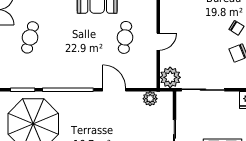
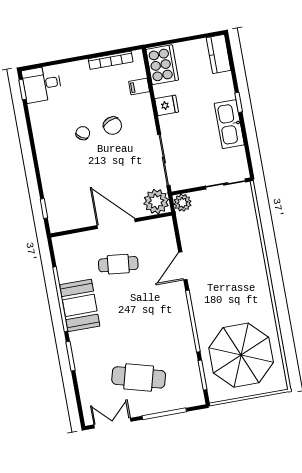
cafe table: (30, 37) -> (139, 377), width x1.37, depth x1.35
door: (158, 42) -> (116, 224), width x1.87
plant: (150, 99) -> (183, 203), moved

